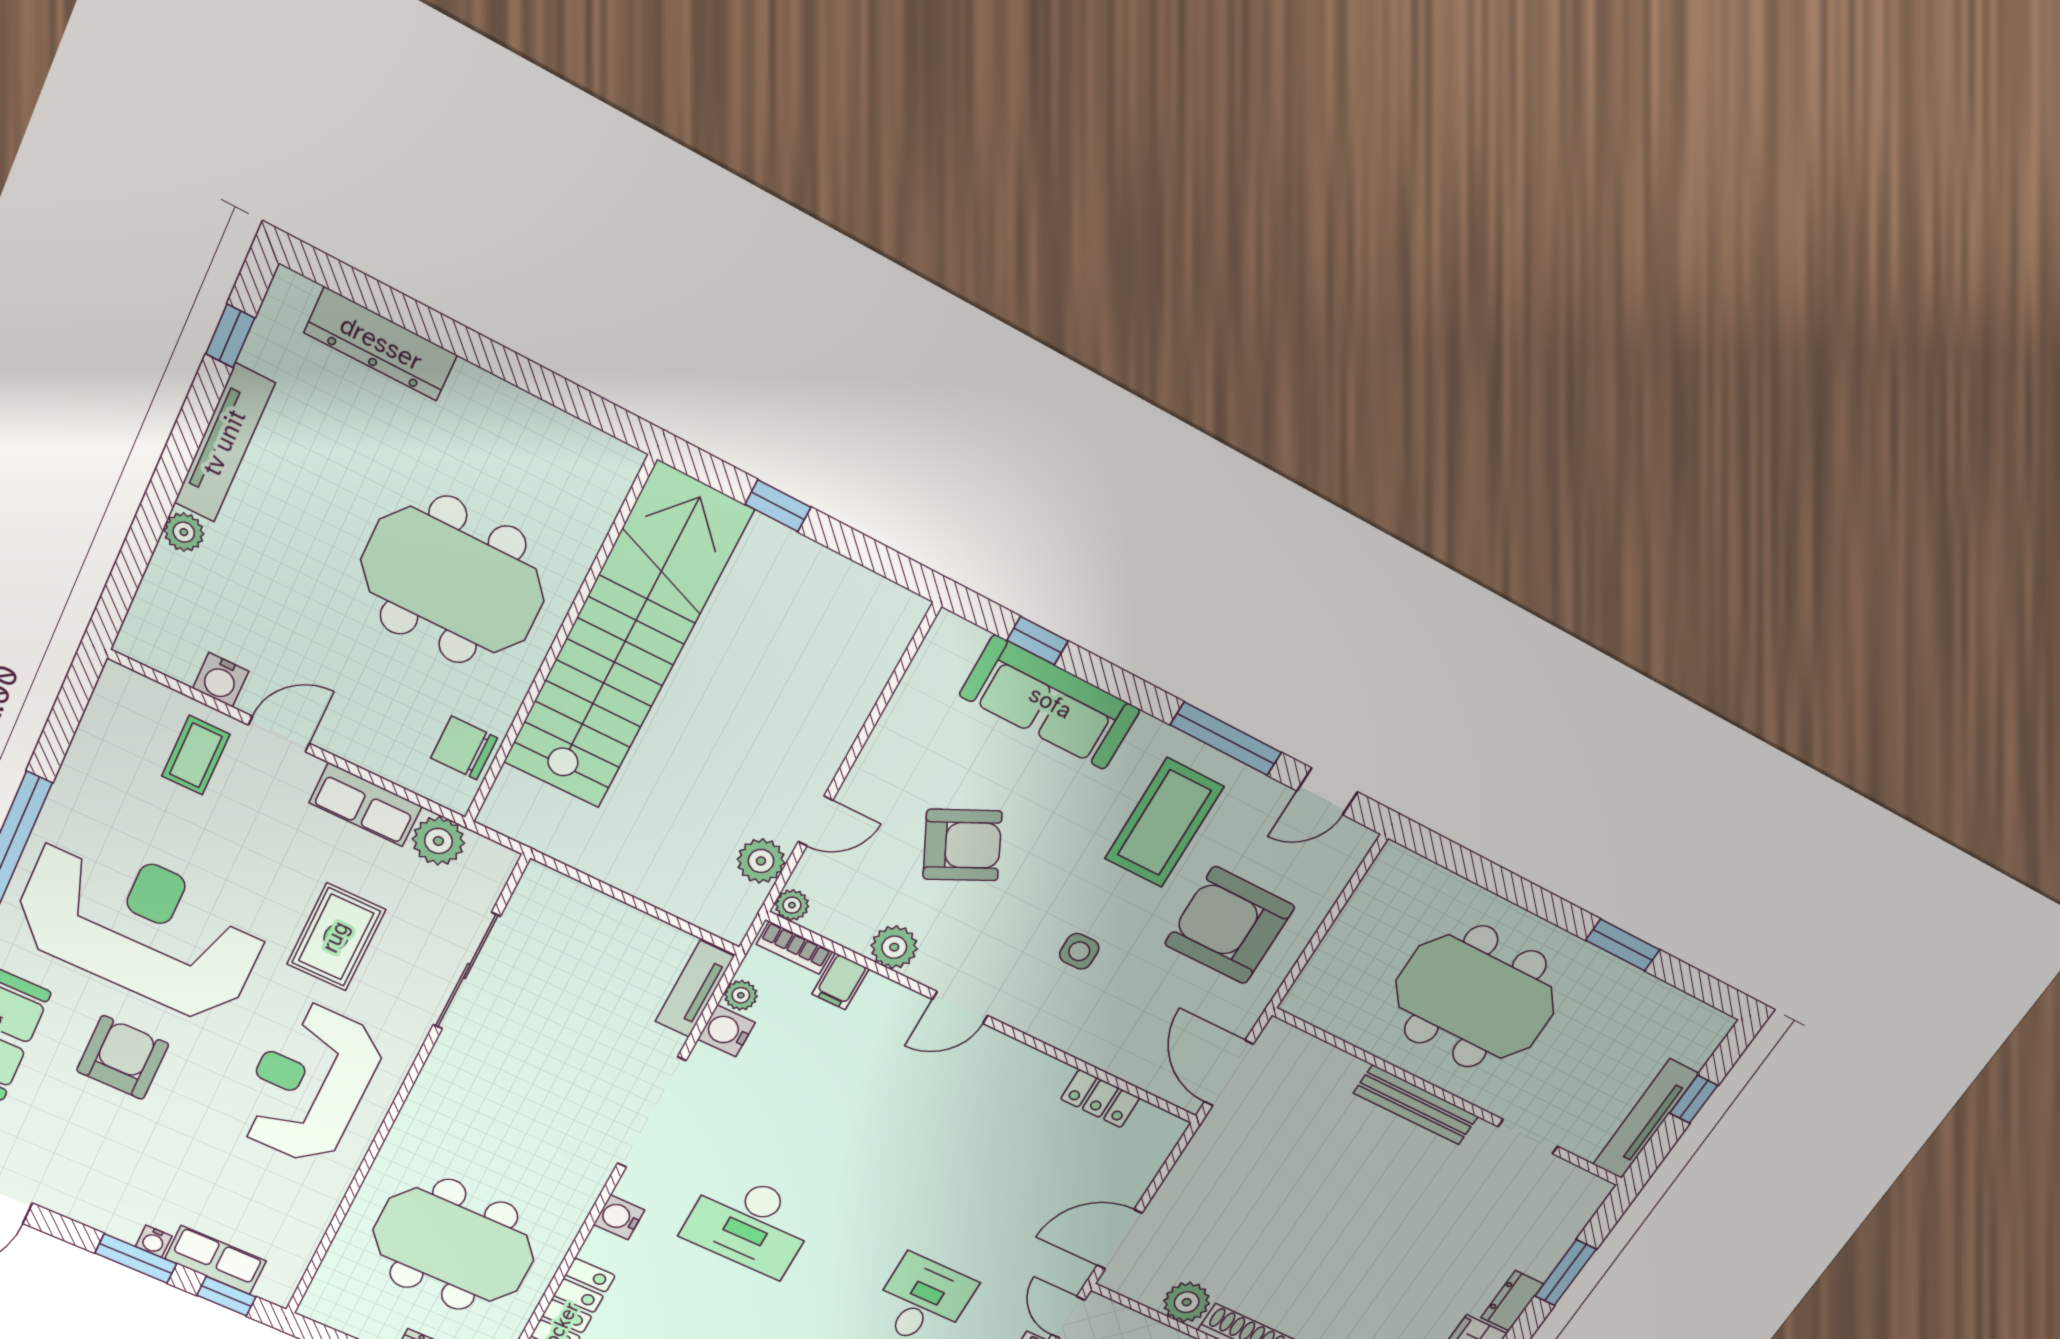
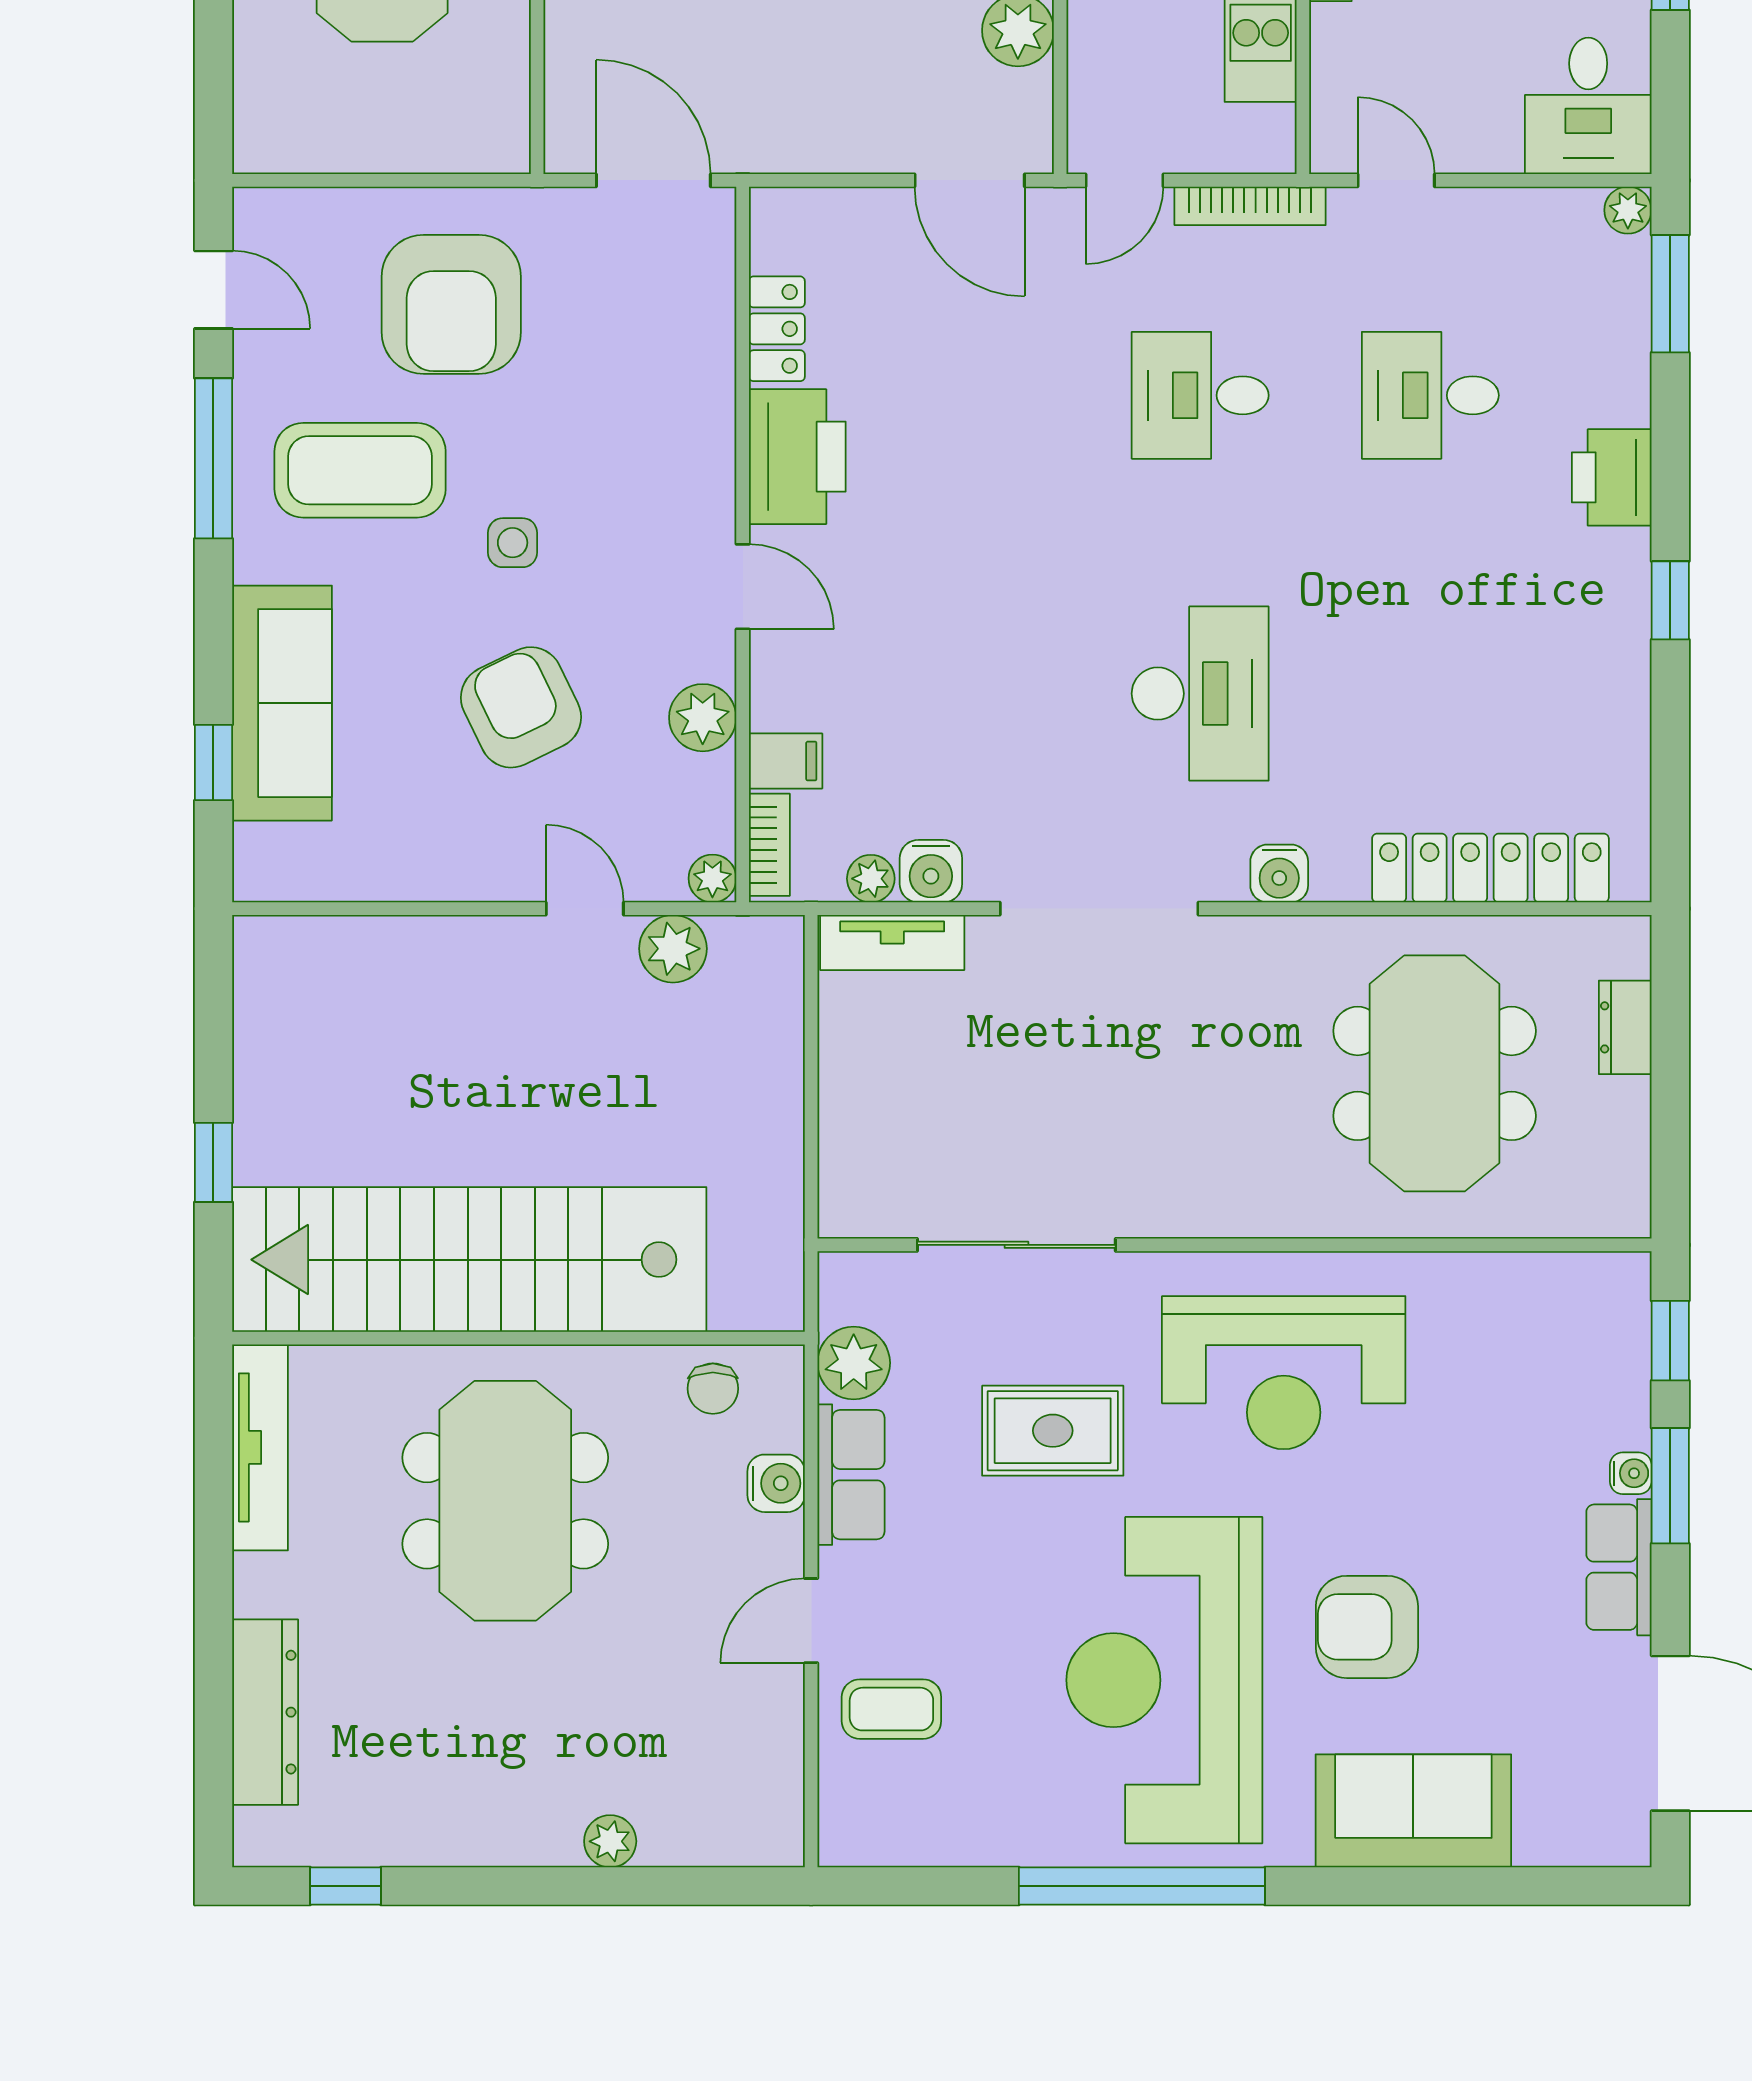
tv unit: (225, 443) -> (260, 1447), moved, turned 90
water cooler: (221, 680) -> (776, 1483), moved
door: (279, 734) -> (811, 1621), hinge flipped
chair: (464, 748) -> (713, 1389), width x0.73, depth x0.73
side table: (1079, 951) -> (513, 543), moved
door: (1229, 1073) -> (653, 180), swing flipped
printer: (1019, 1074) -> (797, 457), added
row of seats: (216, 1260) -> (1619, 1567), moved

